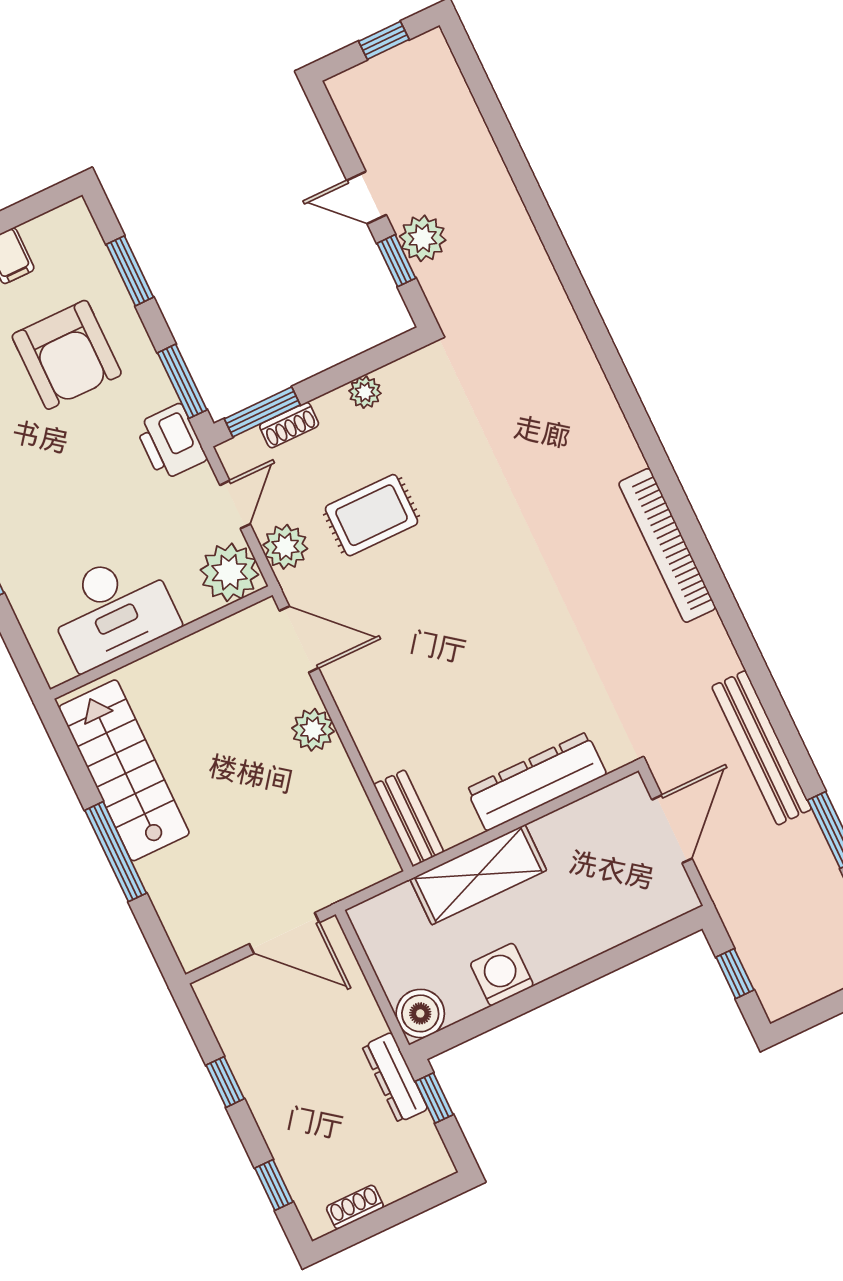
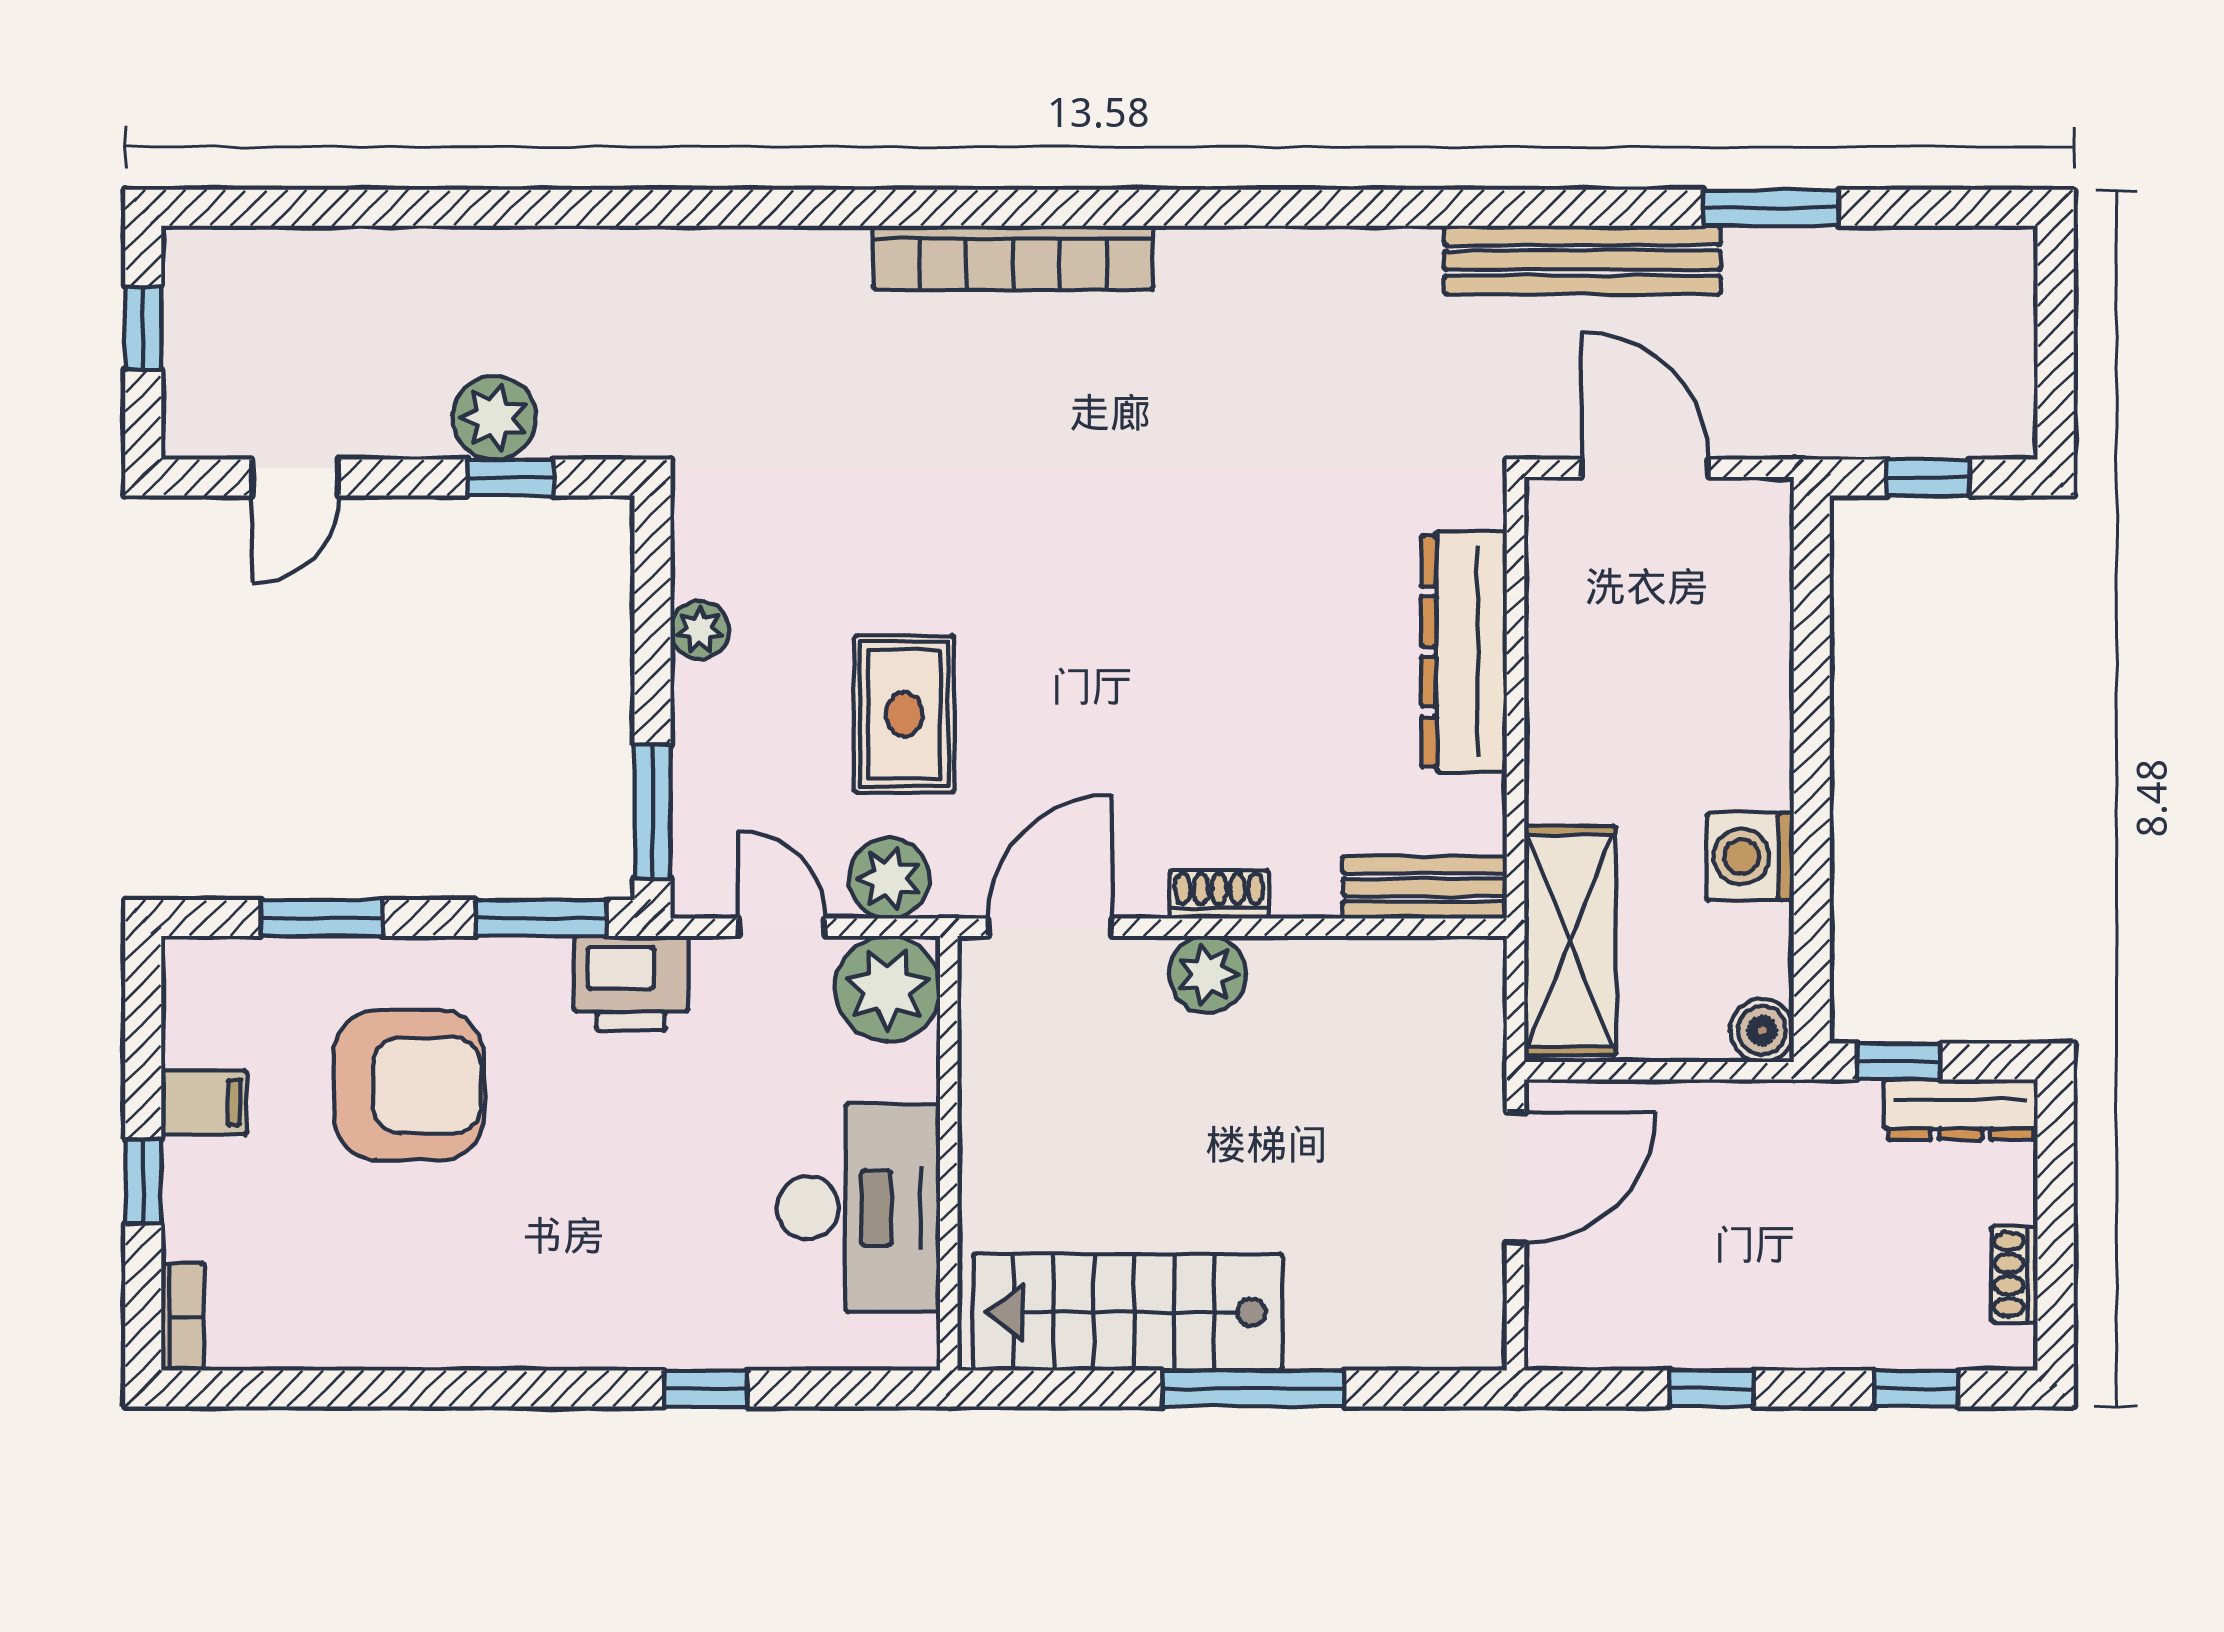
door: (366, 198) -> (295, 478), moved
shoe rack: (289, 425) -> (1219, 895), moved, turned -90
bookcase: (667, 545) -> (1013, 258), moved
shelving: (478, 875) -> (1570, 941), moved
boiler: (420, 1013) -> (1762, 1030), width x0.73, depth x0.73
dresser: (395, 1078) -> (1961, 1109), moved

